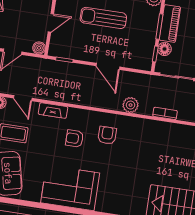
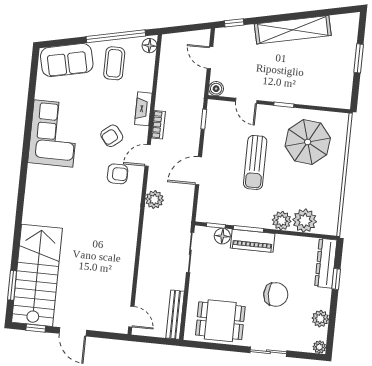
sun lounger: (103, 18) -> (255, 162), turned 180
door: (23, 98) -> (148, 155), moved
bookcase: (165, 113) -> (158, 125), moved
armchair: (75, 138) -> (112, 136), turned -128

